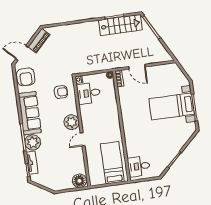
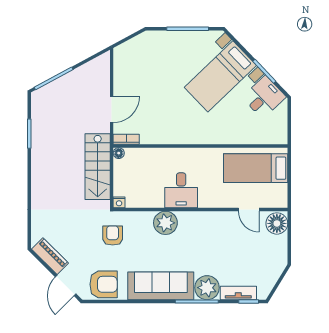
stairs: (120, 25) -> (98, 167), moved, turned 180
armchair: (61, 92) -> (113, 236), moved
desk: (88, 93) -> (181, 190), moved
bed with nightstands: (172, 106) -> (220, 76), moved, turned 46
plant: (72, 122) -> (165, 223), moved
door: (83, 139) -> (249, 209), moved
desk: (139, 166) -> (264, 97), moved, turned -134

